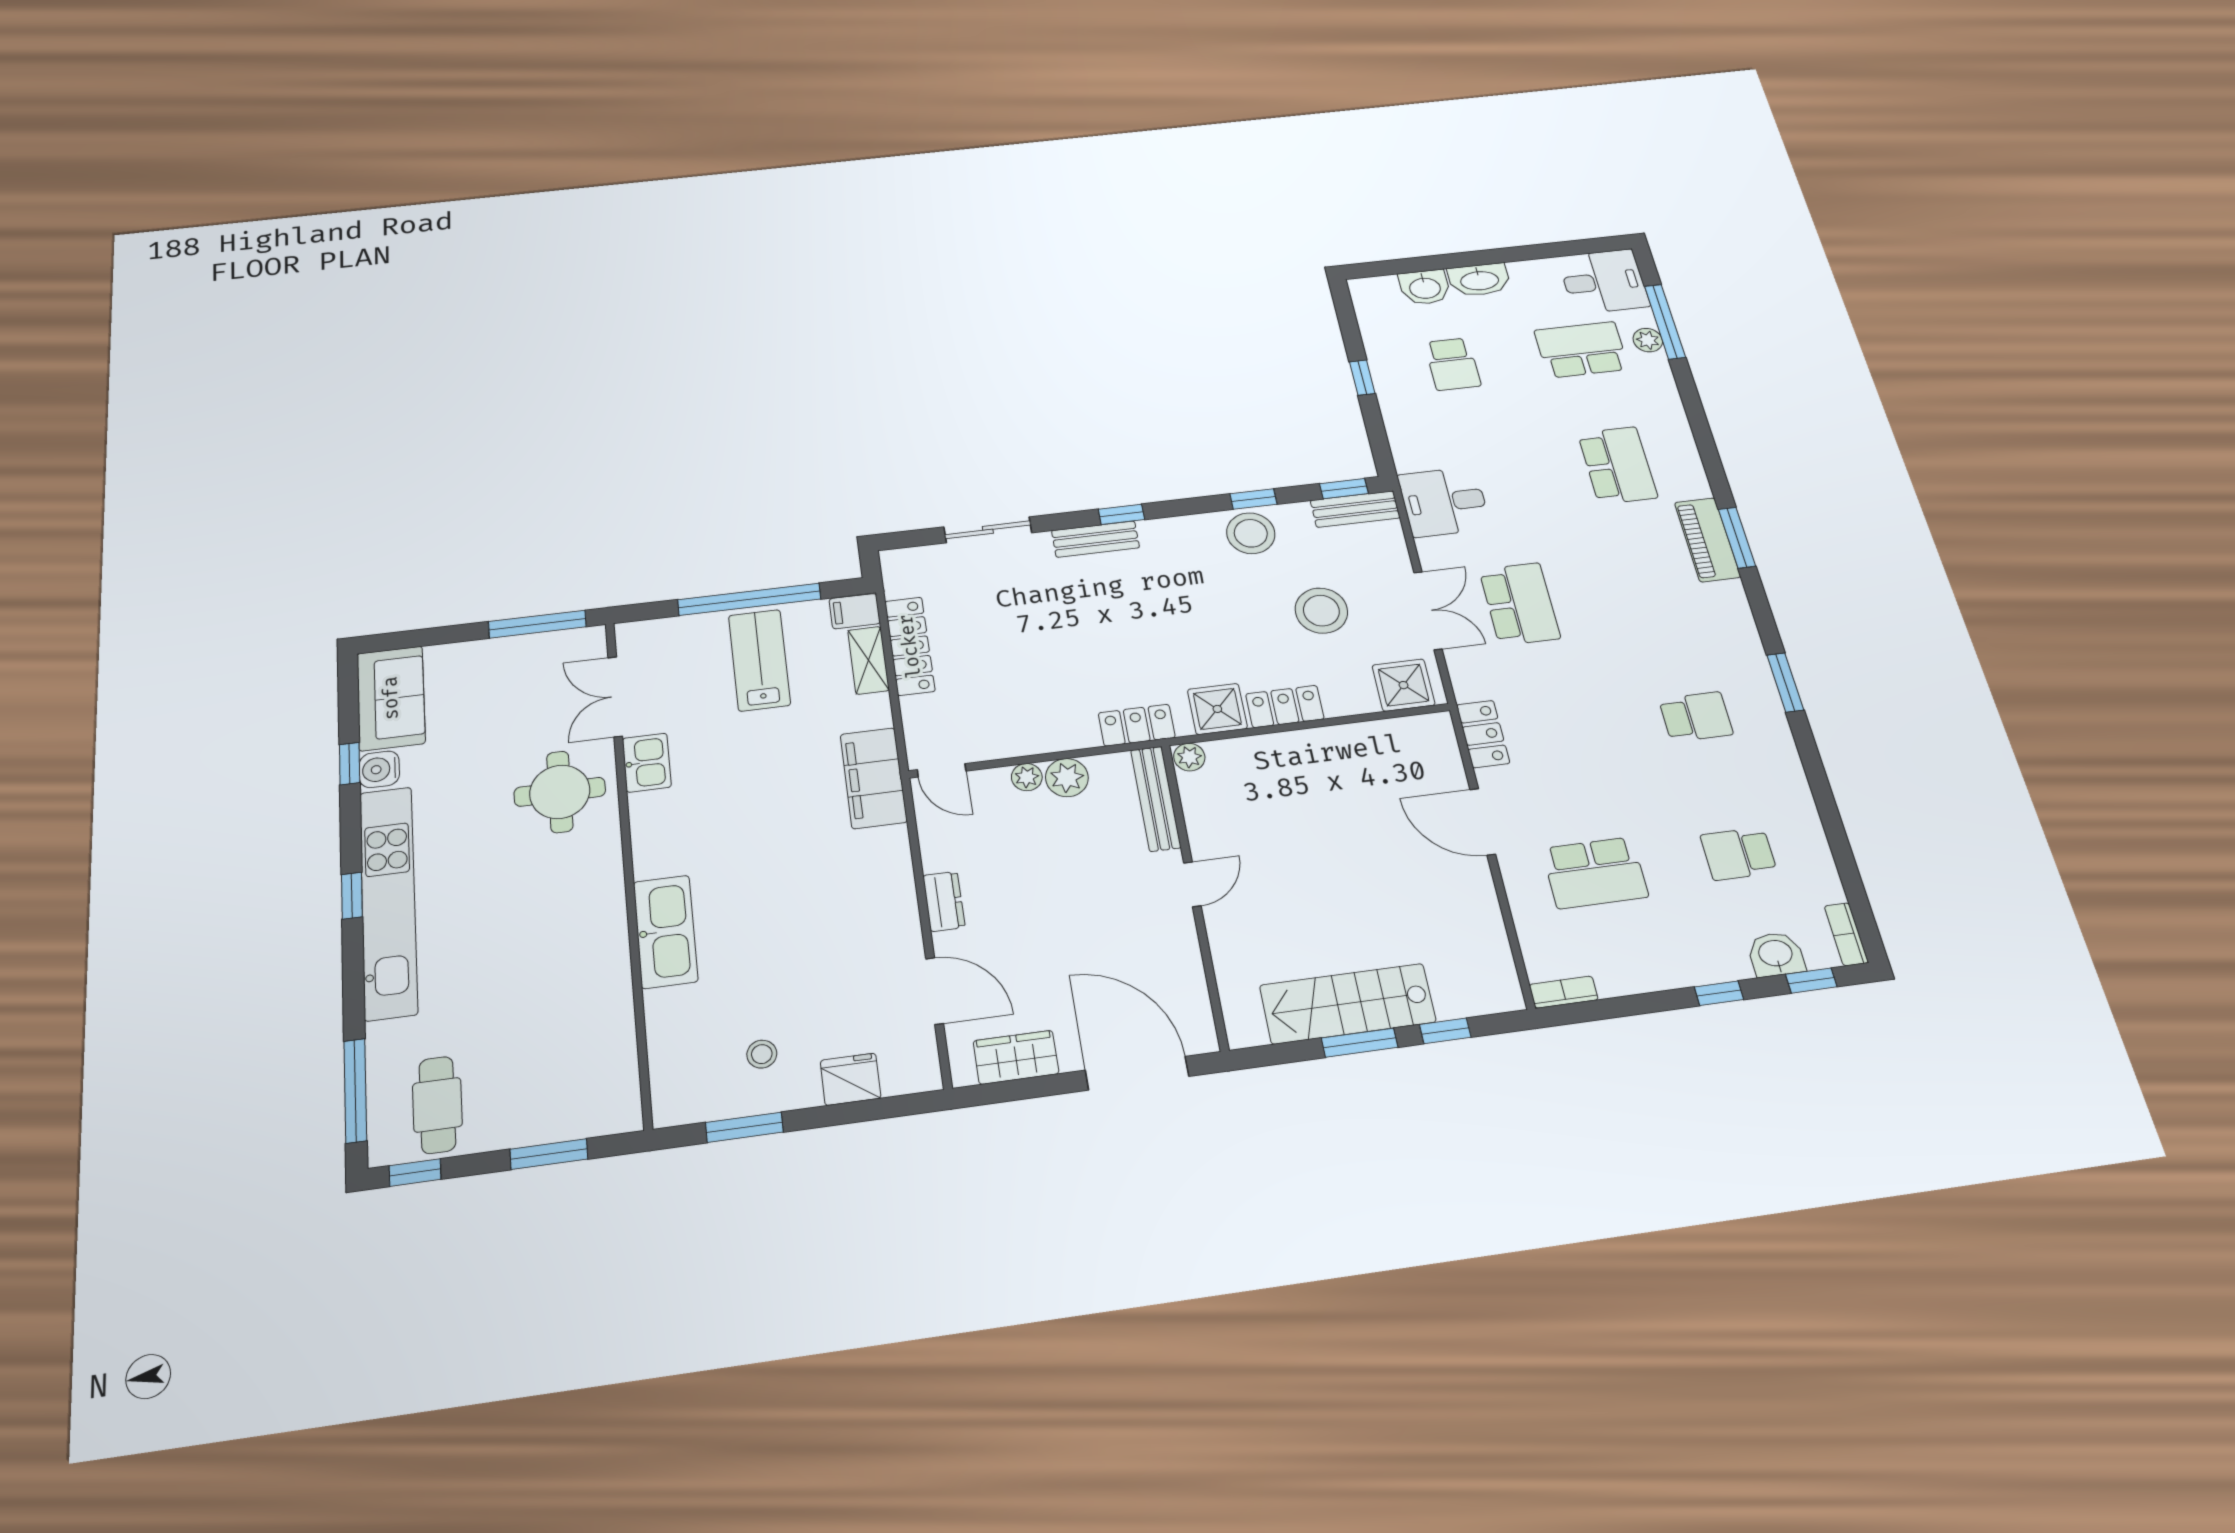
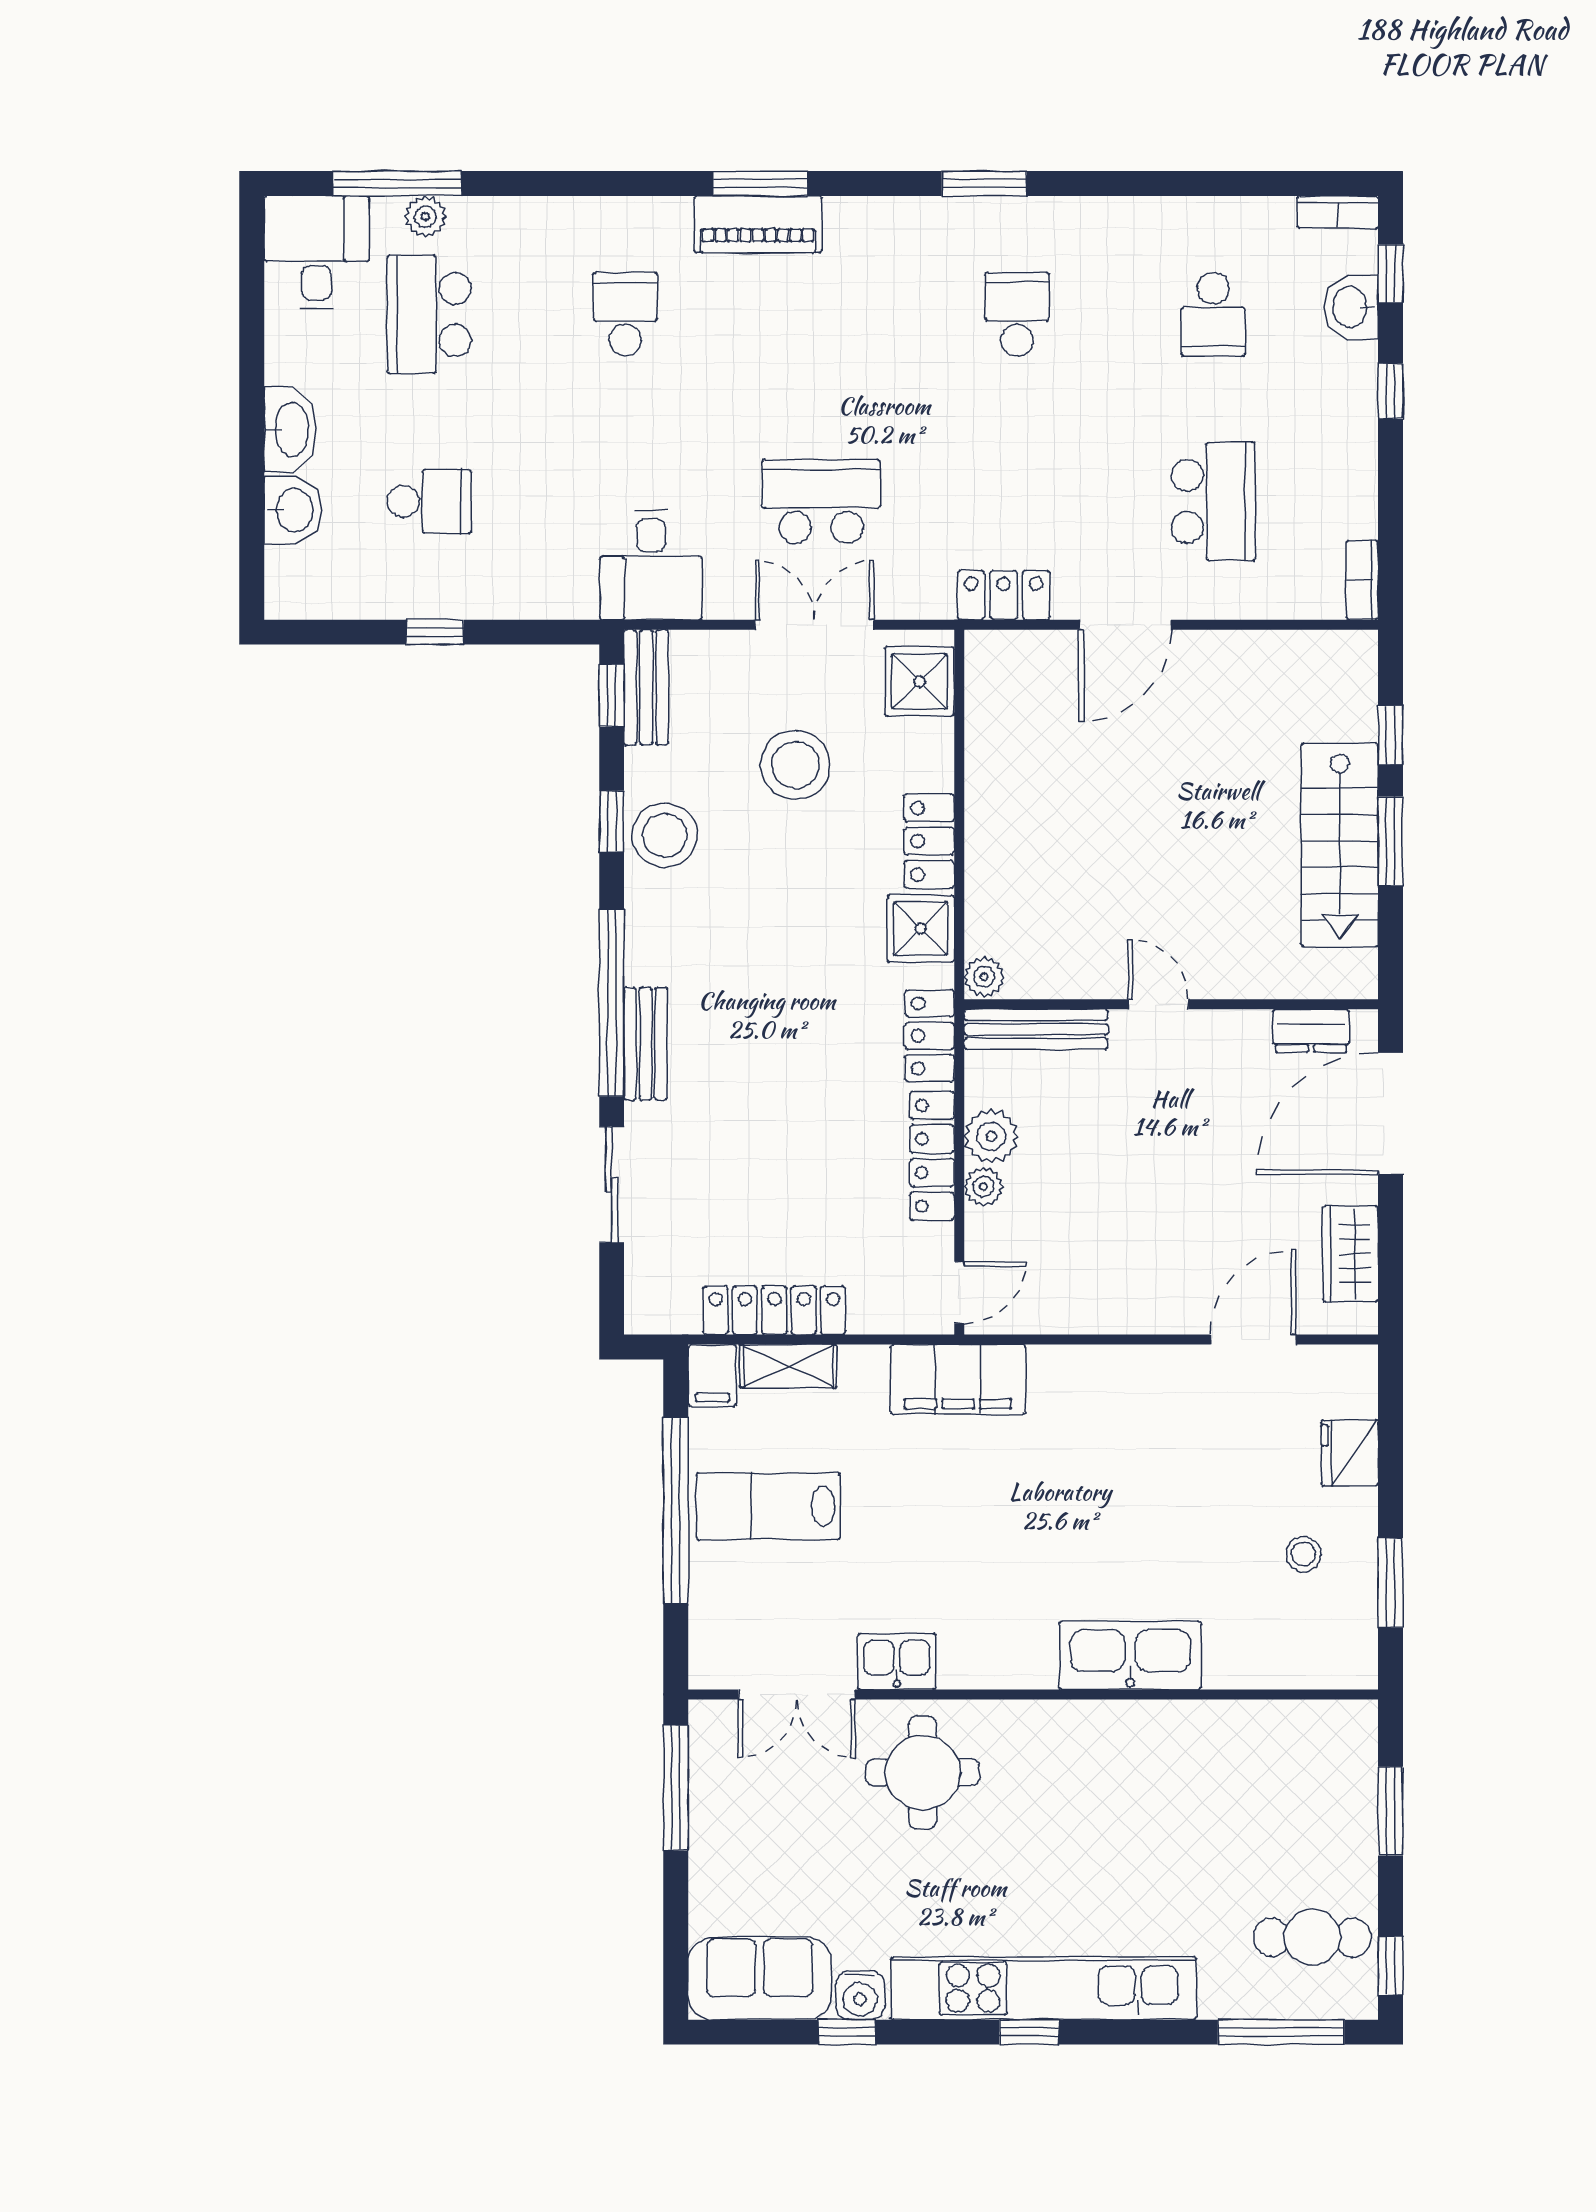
school desk: (1618, 465) -> (625, 314), width x0.54
window: (1121, 514) -> (612, 1003), width x3.17
locker: (1045, 738) -> (932, 1156), added
dresser: (944, 901) -> (1311, 1031), moved, turned 180

